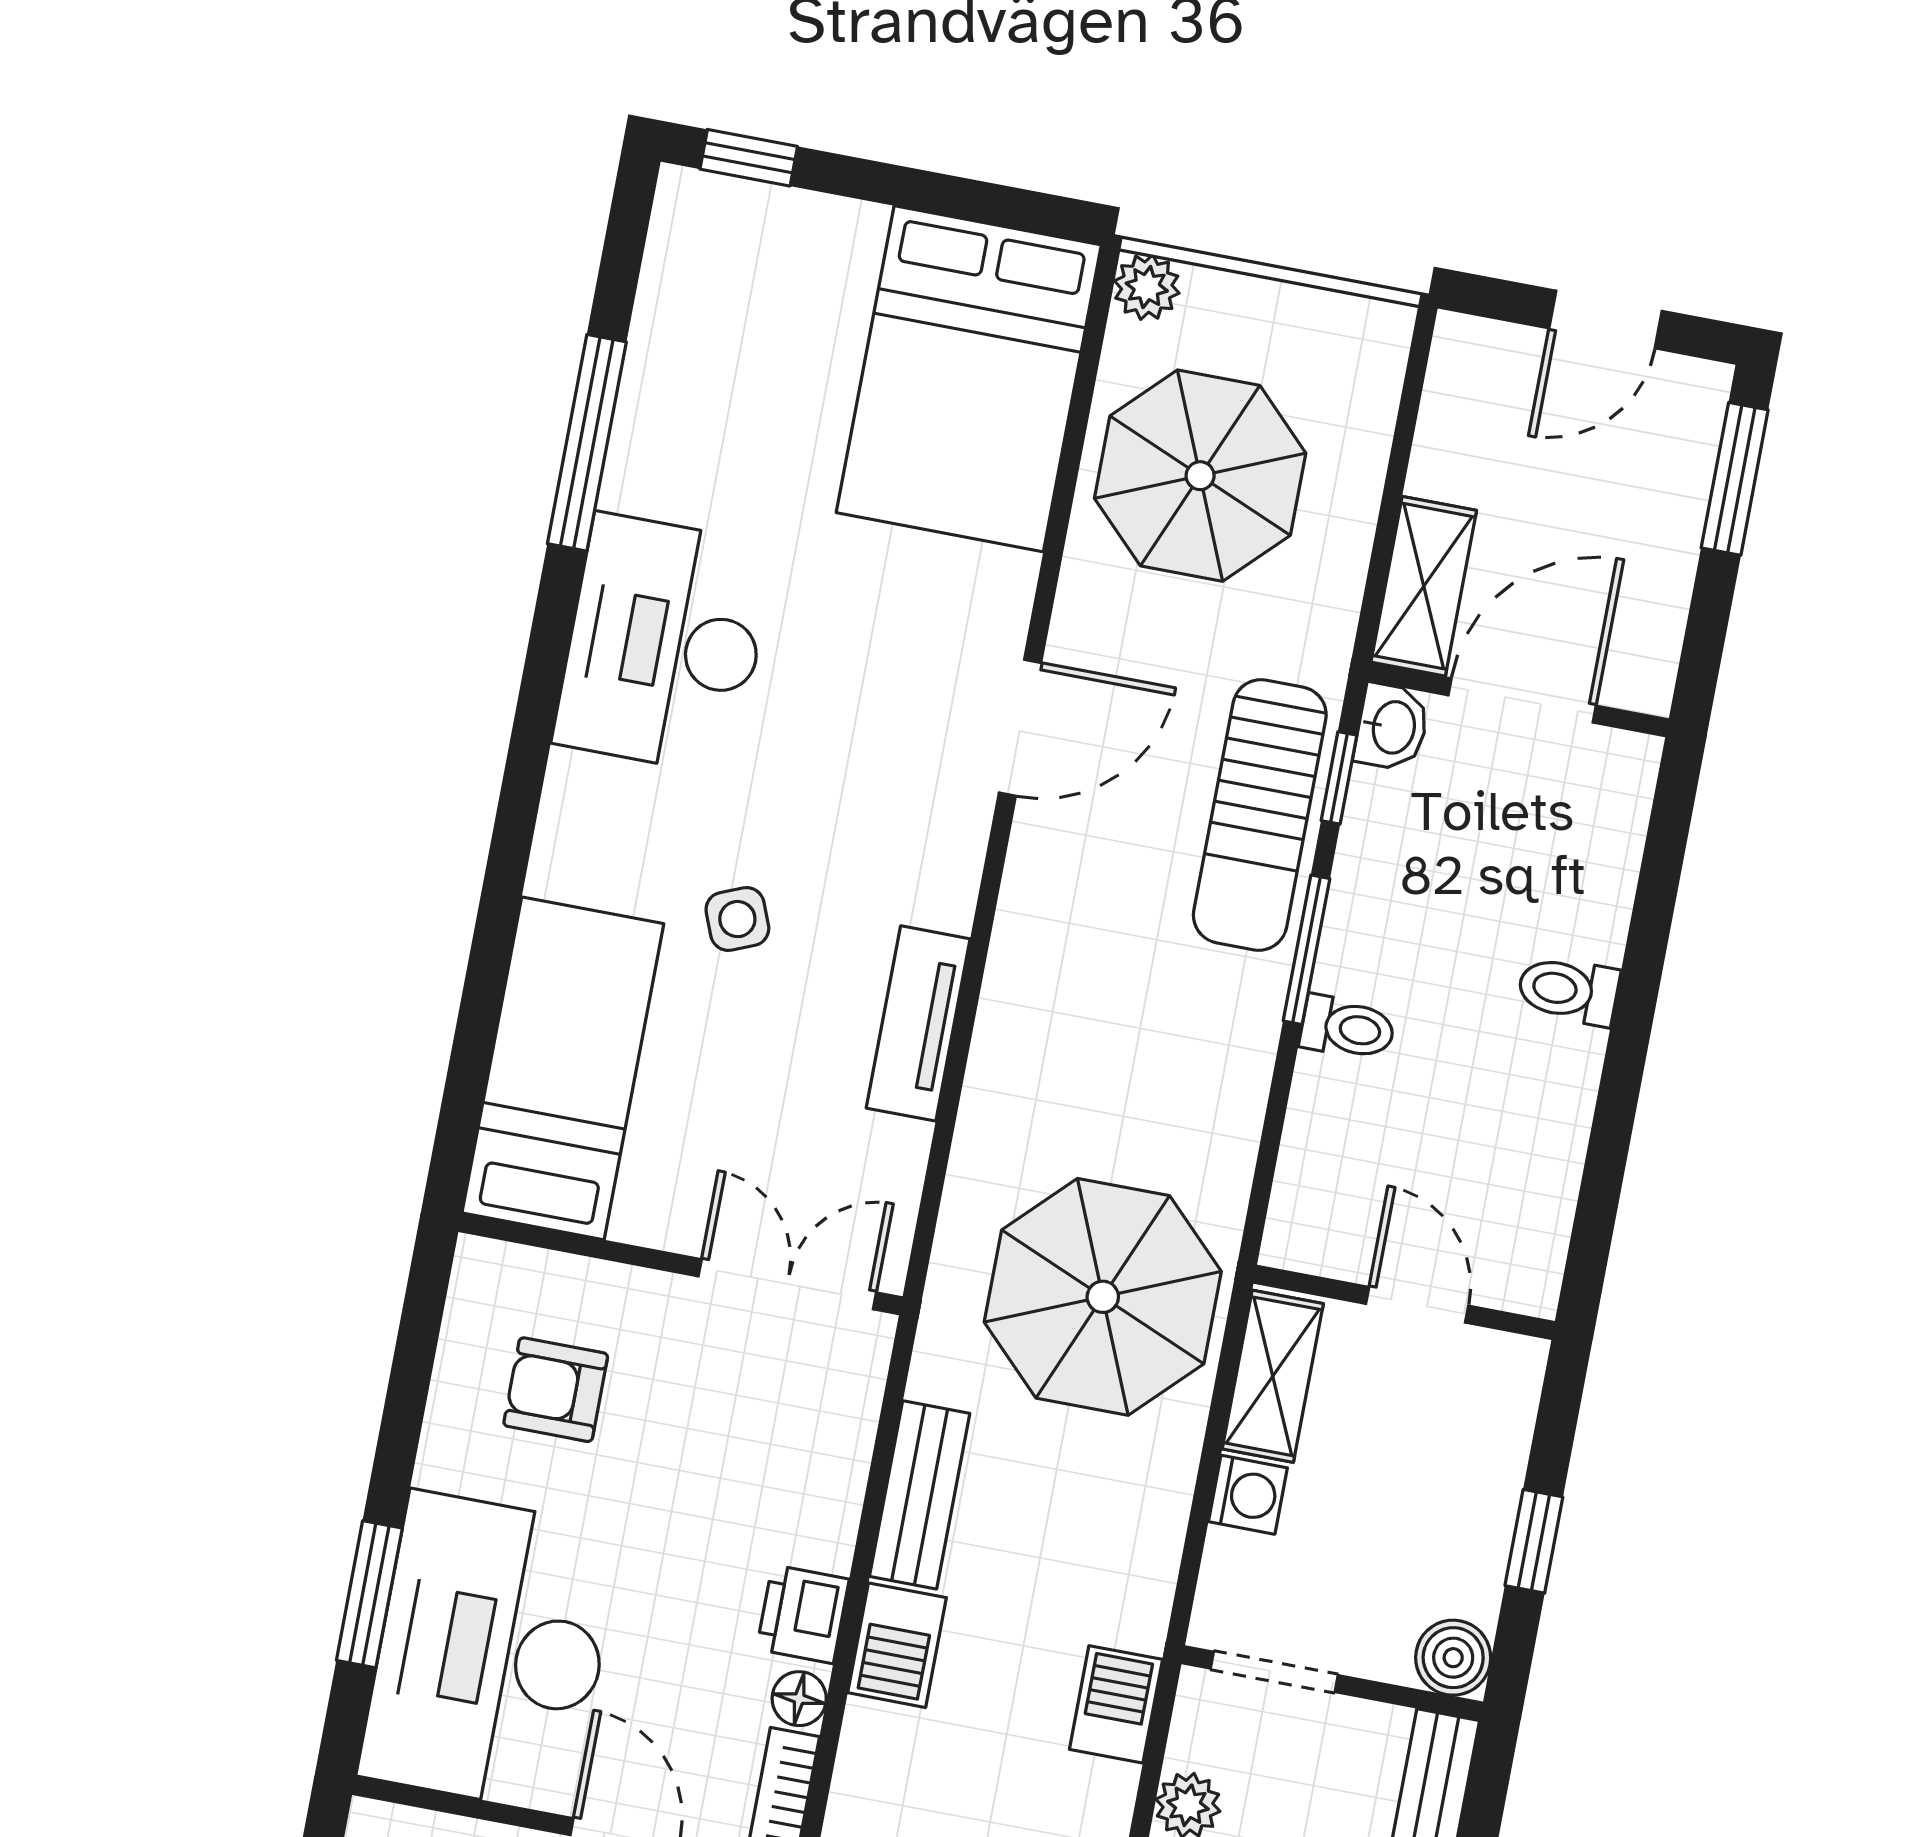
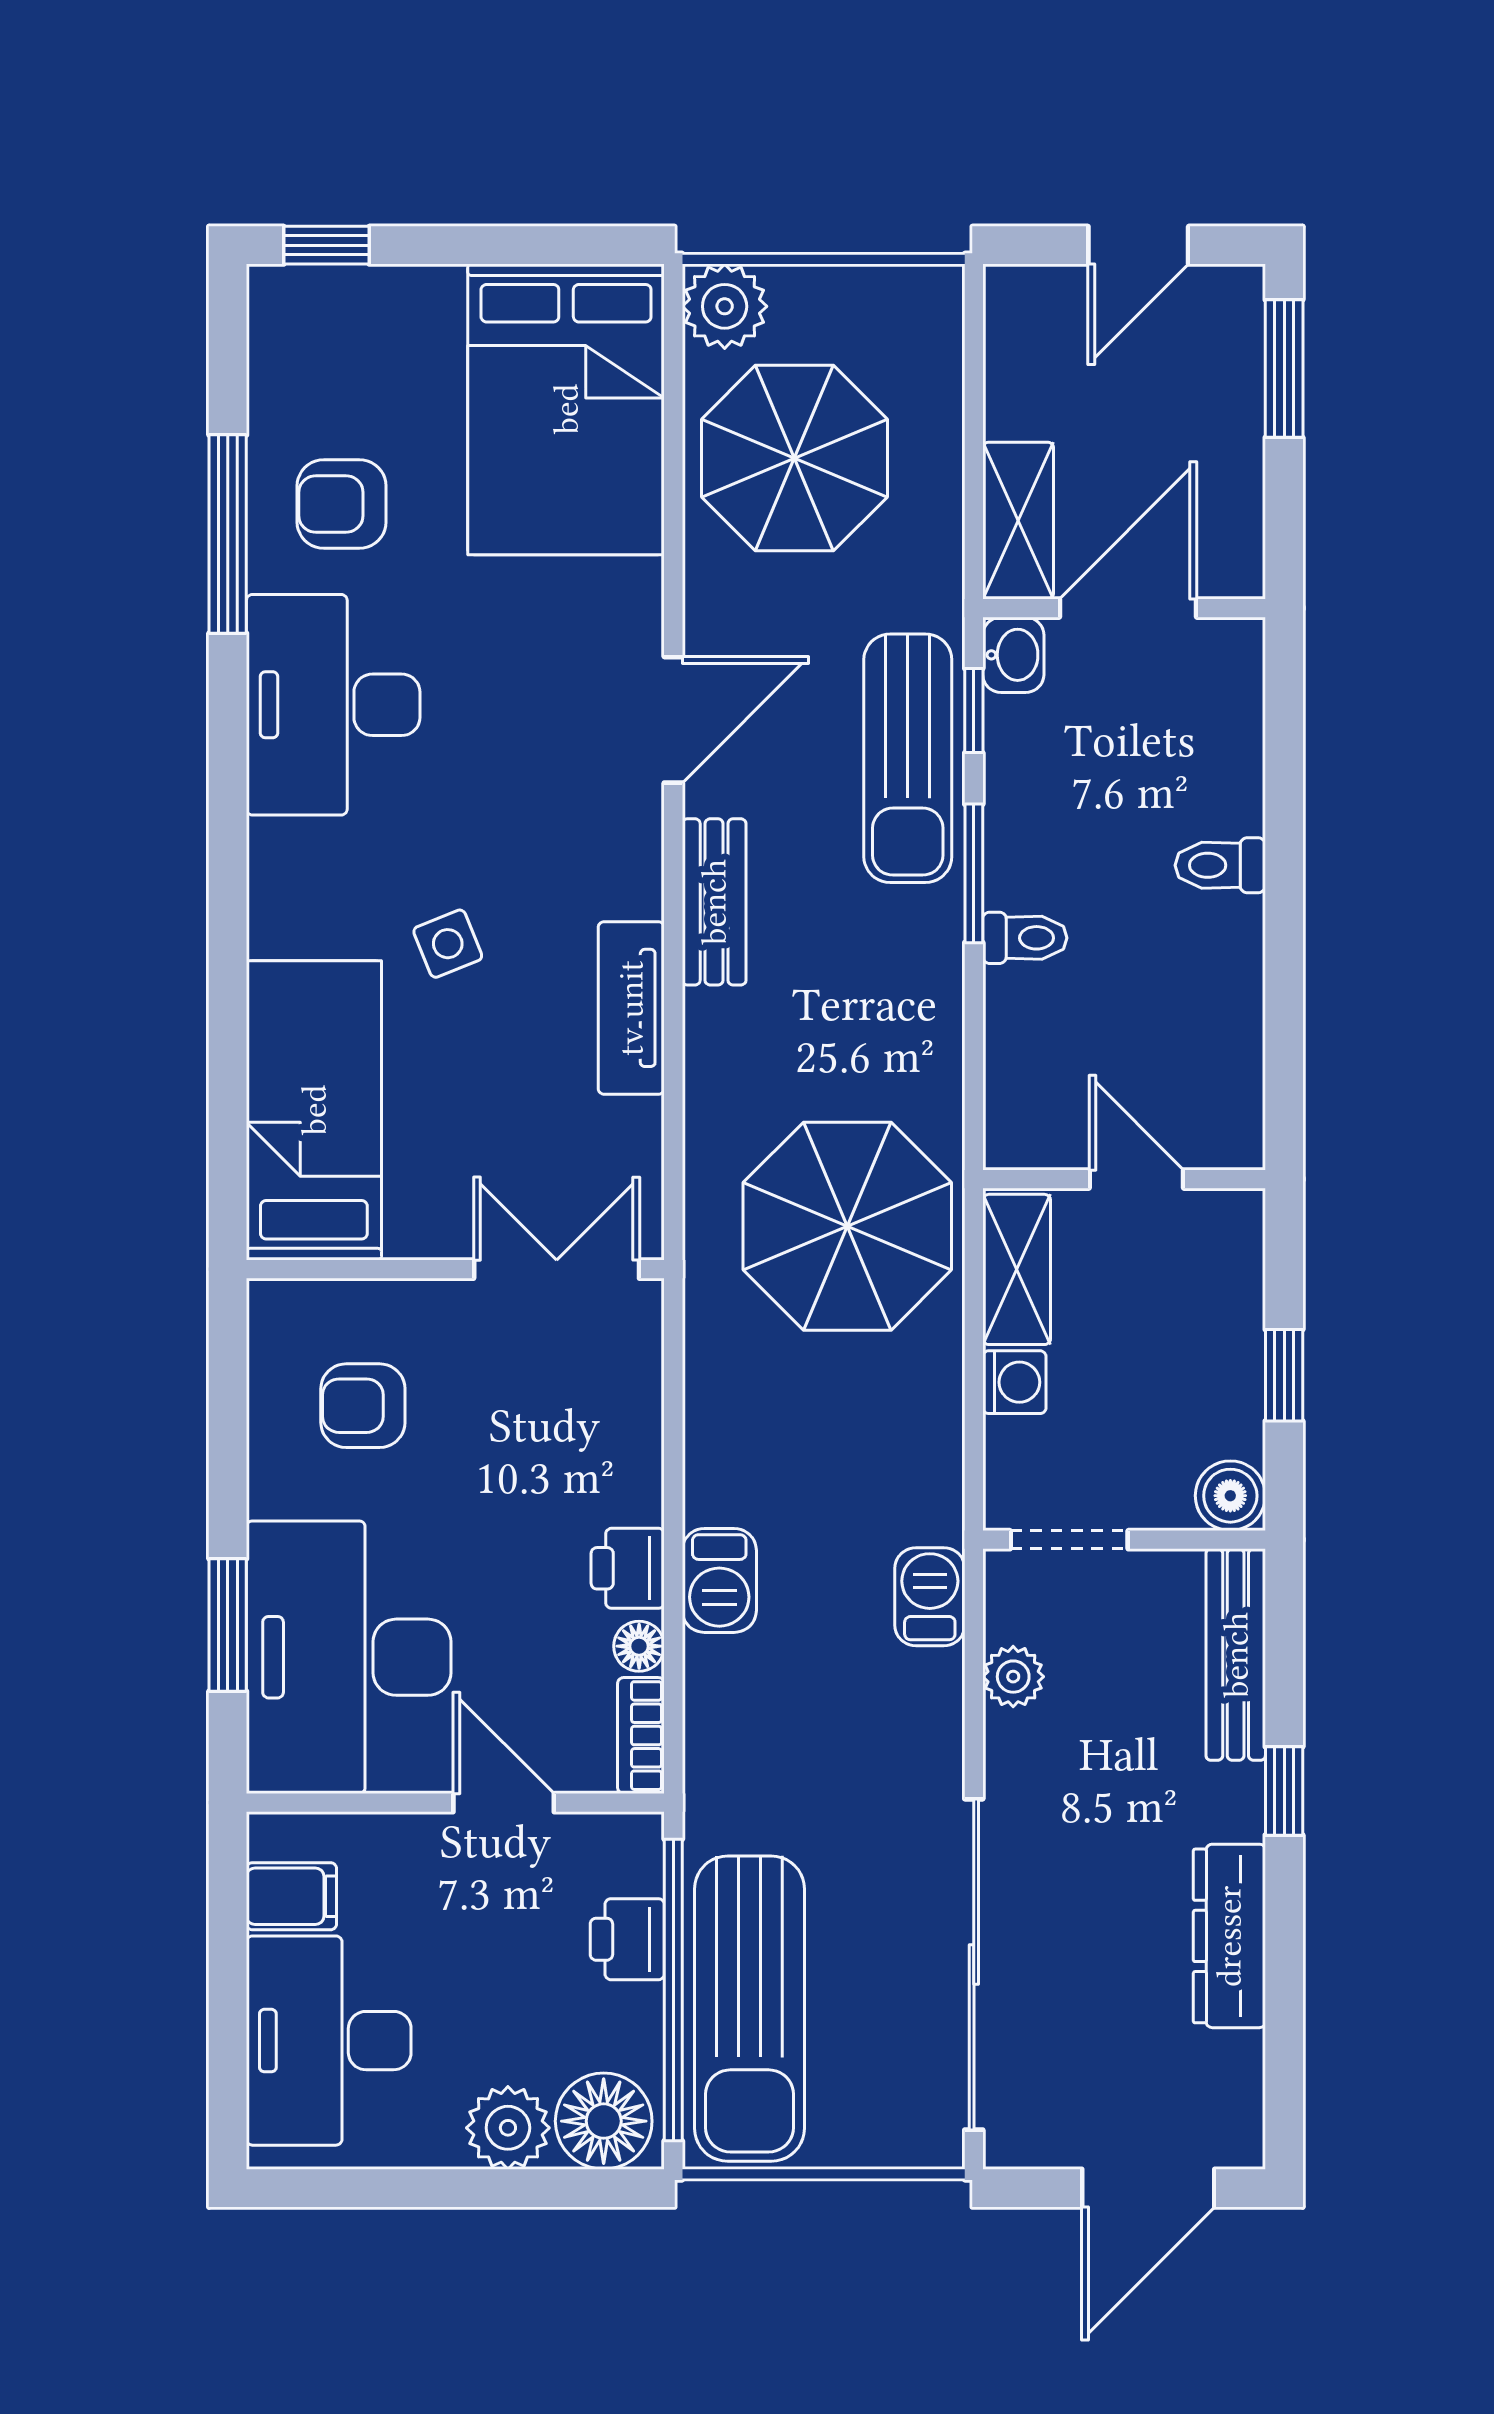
plant: (1147, 287) -> (725, 306), width x1.38, depth x1.38
armchair: (713, 434) -> (342, 504), added
bench: (920, 1495) -> (714, 902), moved

